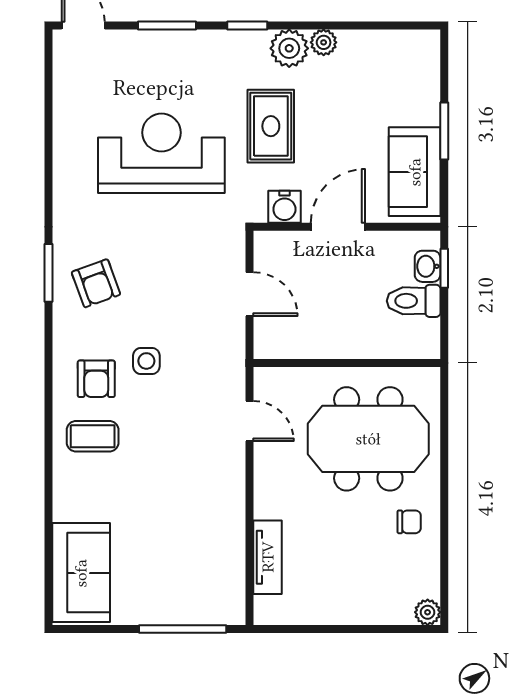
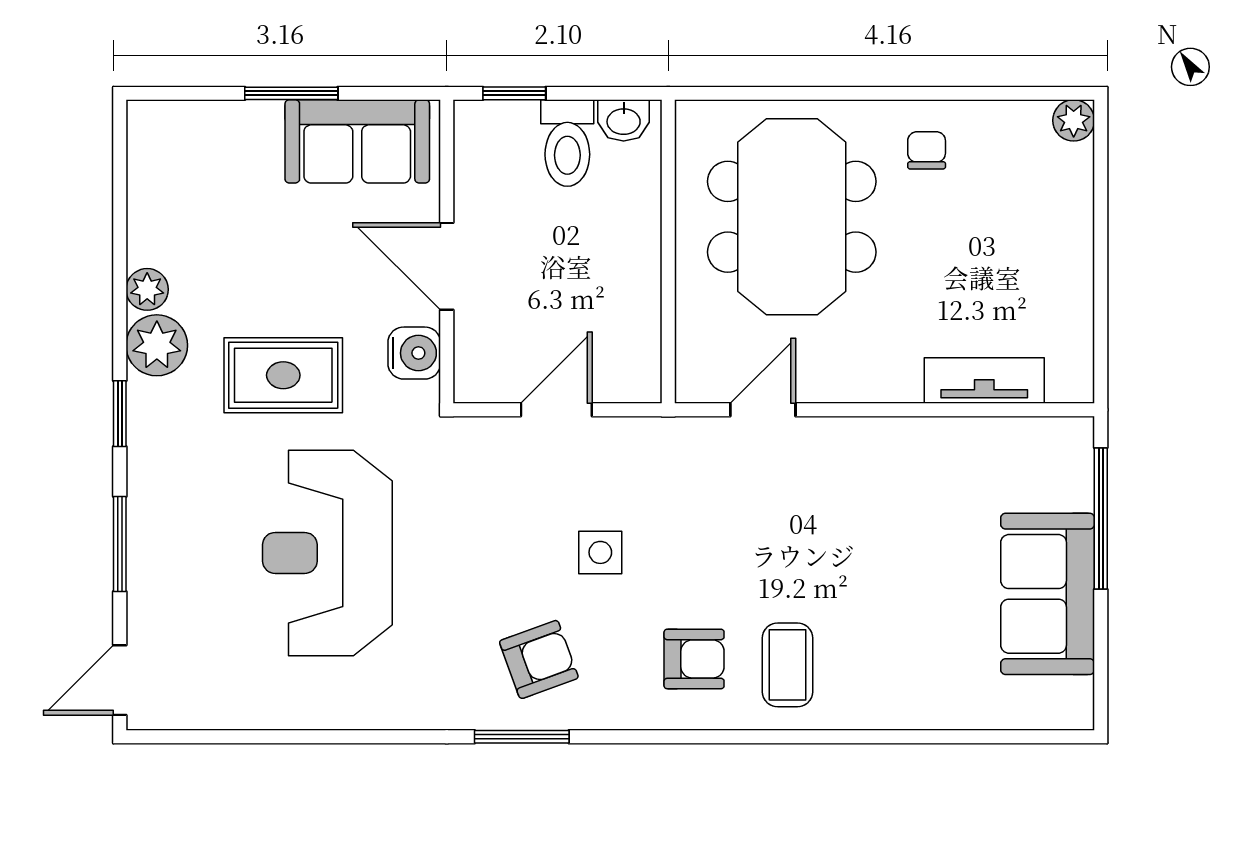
washbasin: (428, 266) -> (624, 120), moved
side table: (146, 361) -> (600, 552), moved
sofa: (81, 573) -> (1048, 594), moved, turned -90

